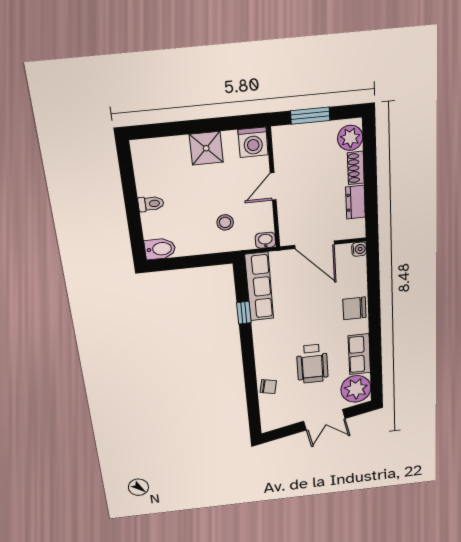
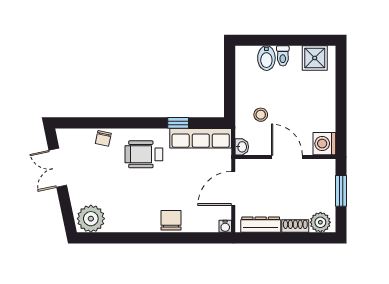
shower: (206, 148) -> (315, 58), moved
door: (273, 186) -> (287, 157), width x1.38
dresser: (356, 202) -> (261, 225), width x1.44
bidet: (160, 249) -> (266, 58), moved
row of seats: (359, 354) -> (126, 223), removed
wheelchair: (312, 364) -> (144, 154), moved
double door: (324, 420) -> (58, 168), moved

